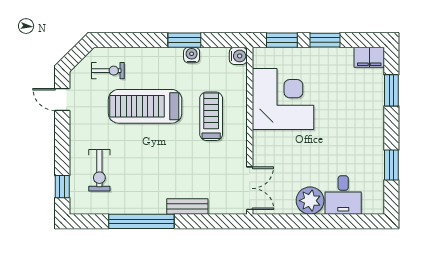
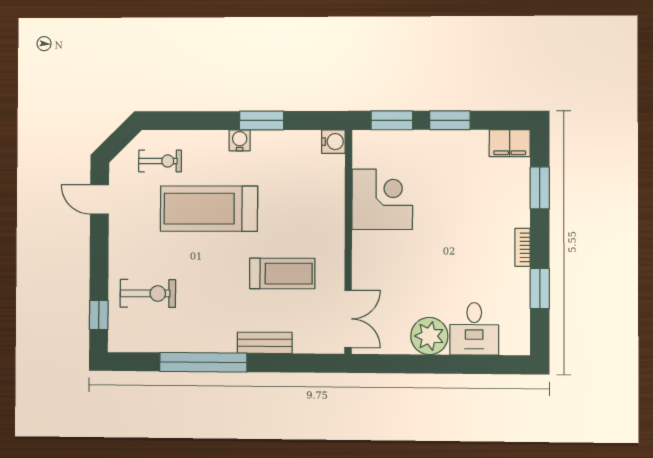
water cooler: (192, 55) -> (240, 140), moved
corner desk: (283, 99) -> (382, 199), width x0.74, depth x0.74
treadmill: (211, 116) -> (282, 274), moved, turned 90
bookcase: (379, 134) -> (523, 247), added
exercise bike: (99, 170) -> (148, 293), turned -90

